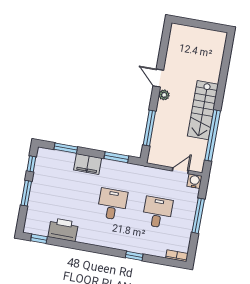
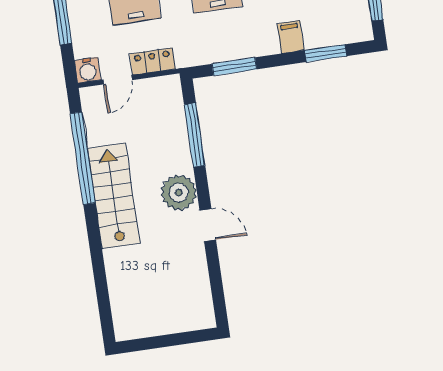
plant: (164, 95) -> (179, 193), width x1.88, depth x1.88
filing cabinet: (88, 164) -> (291, 37), width x0.50
locker: (159, 174) -> (152, 61), added

